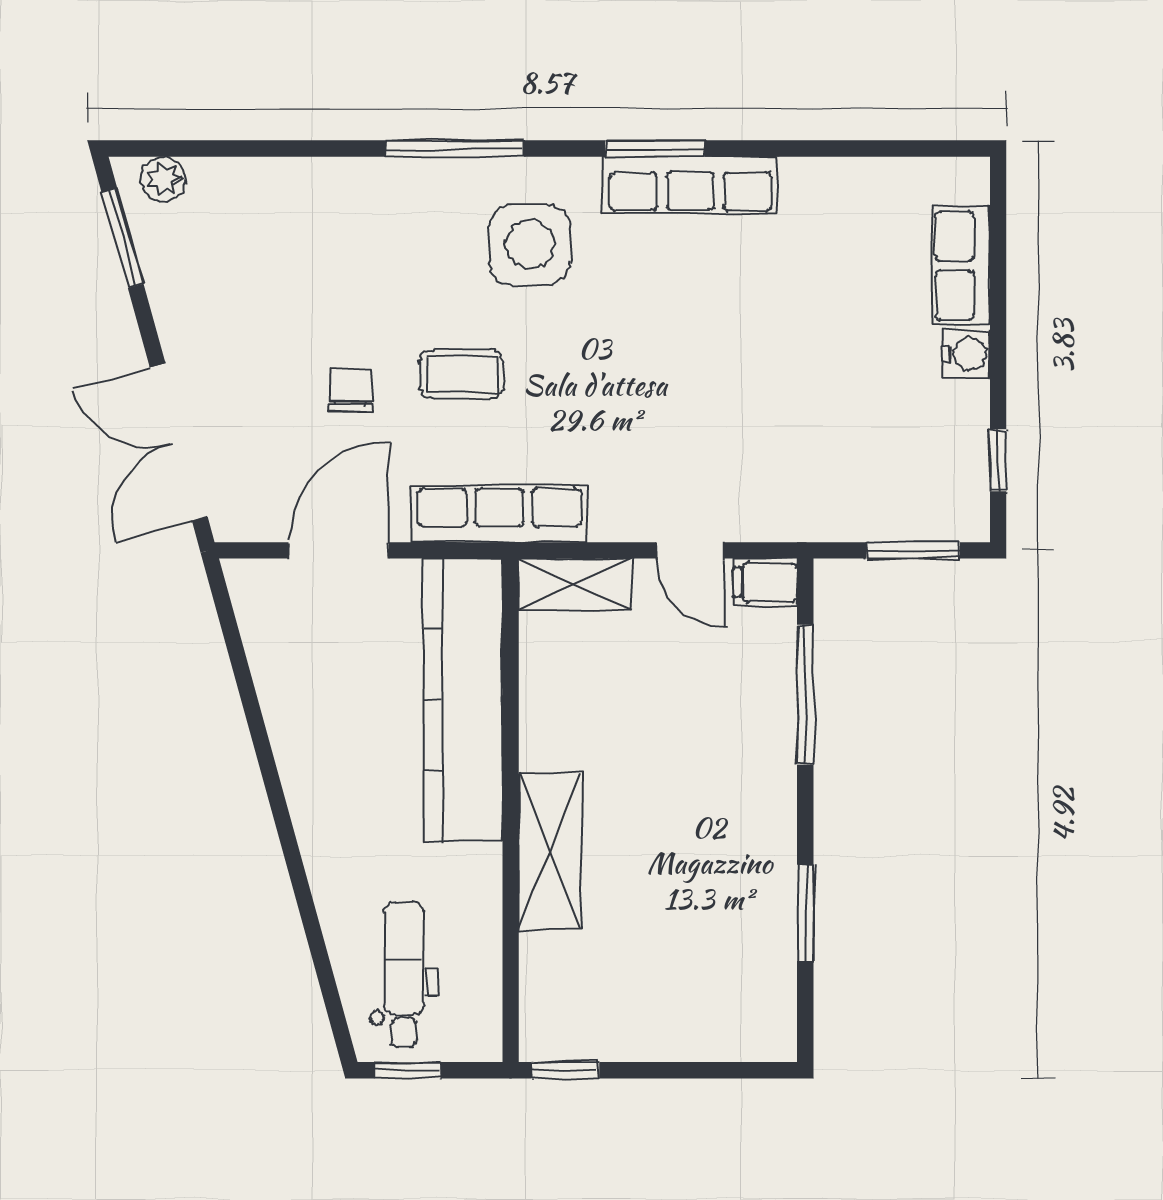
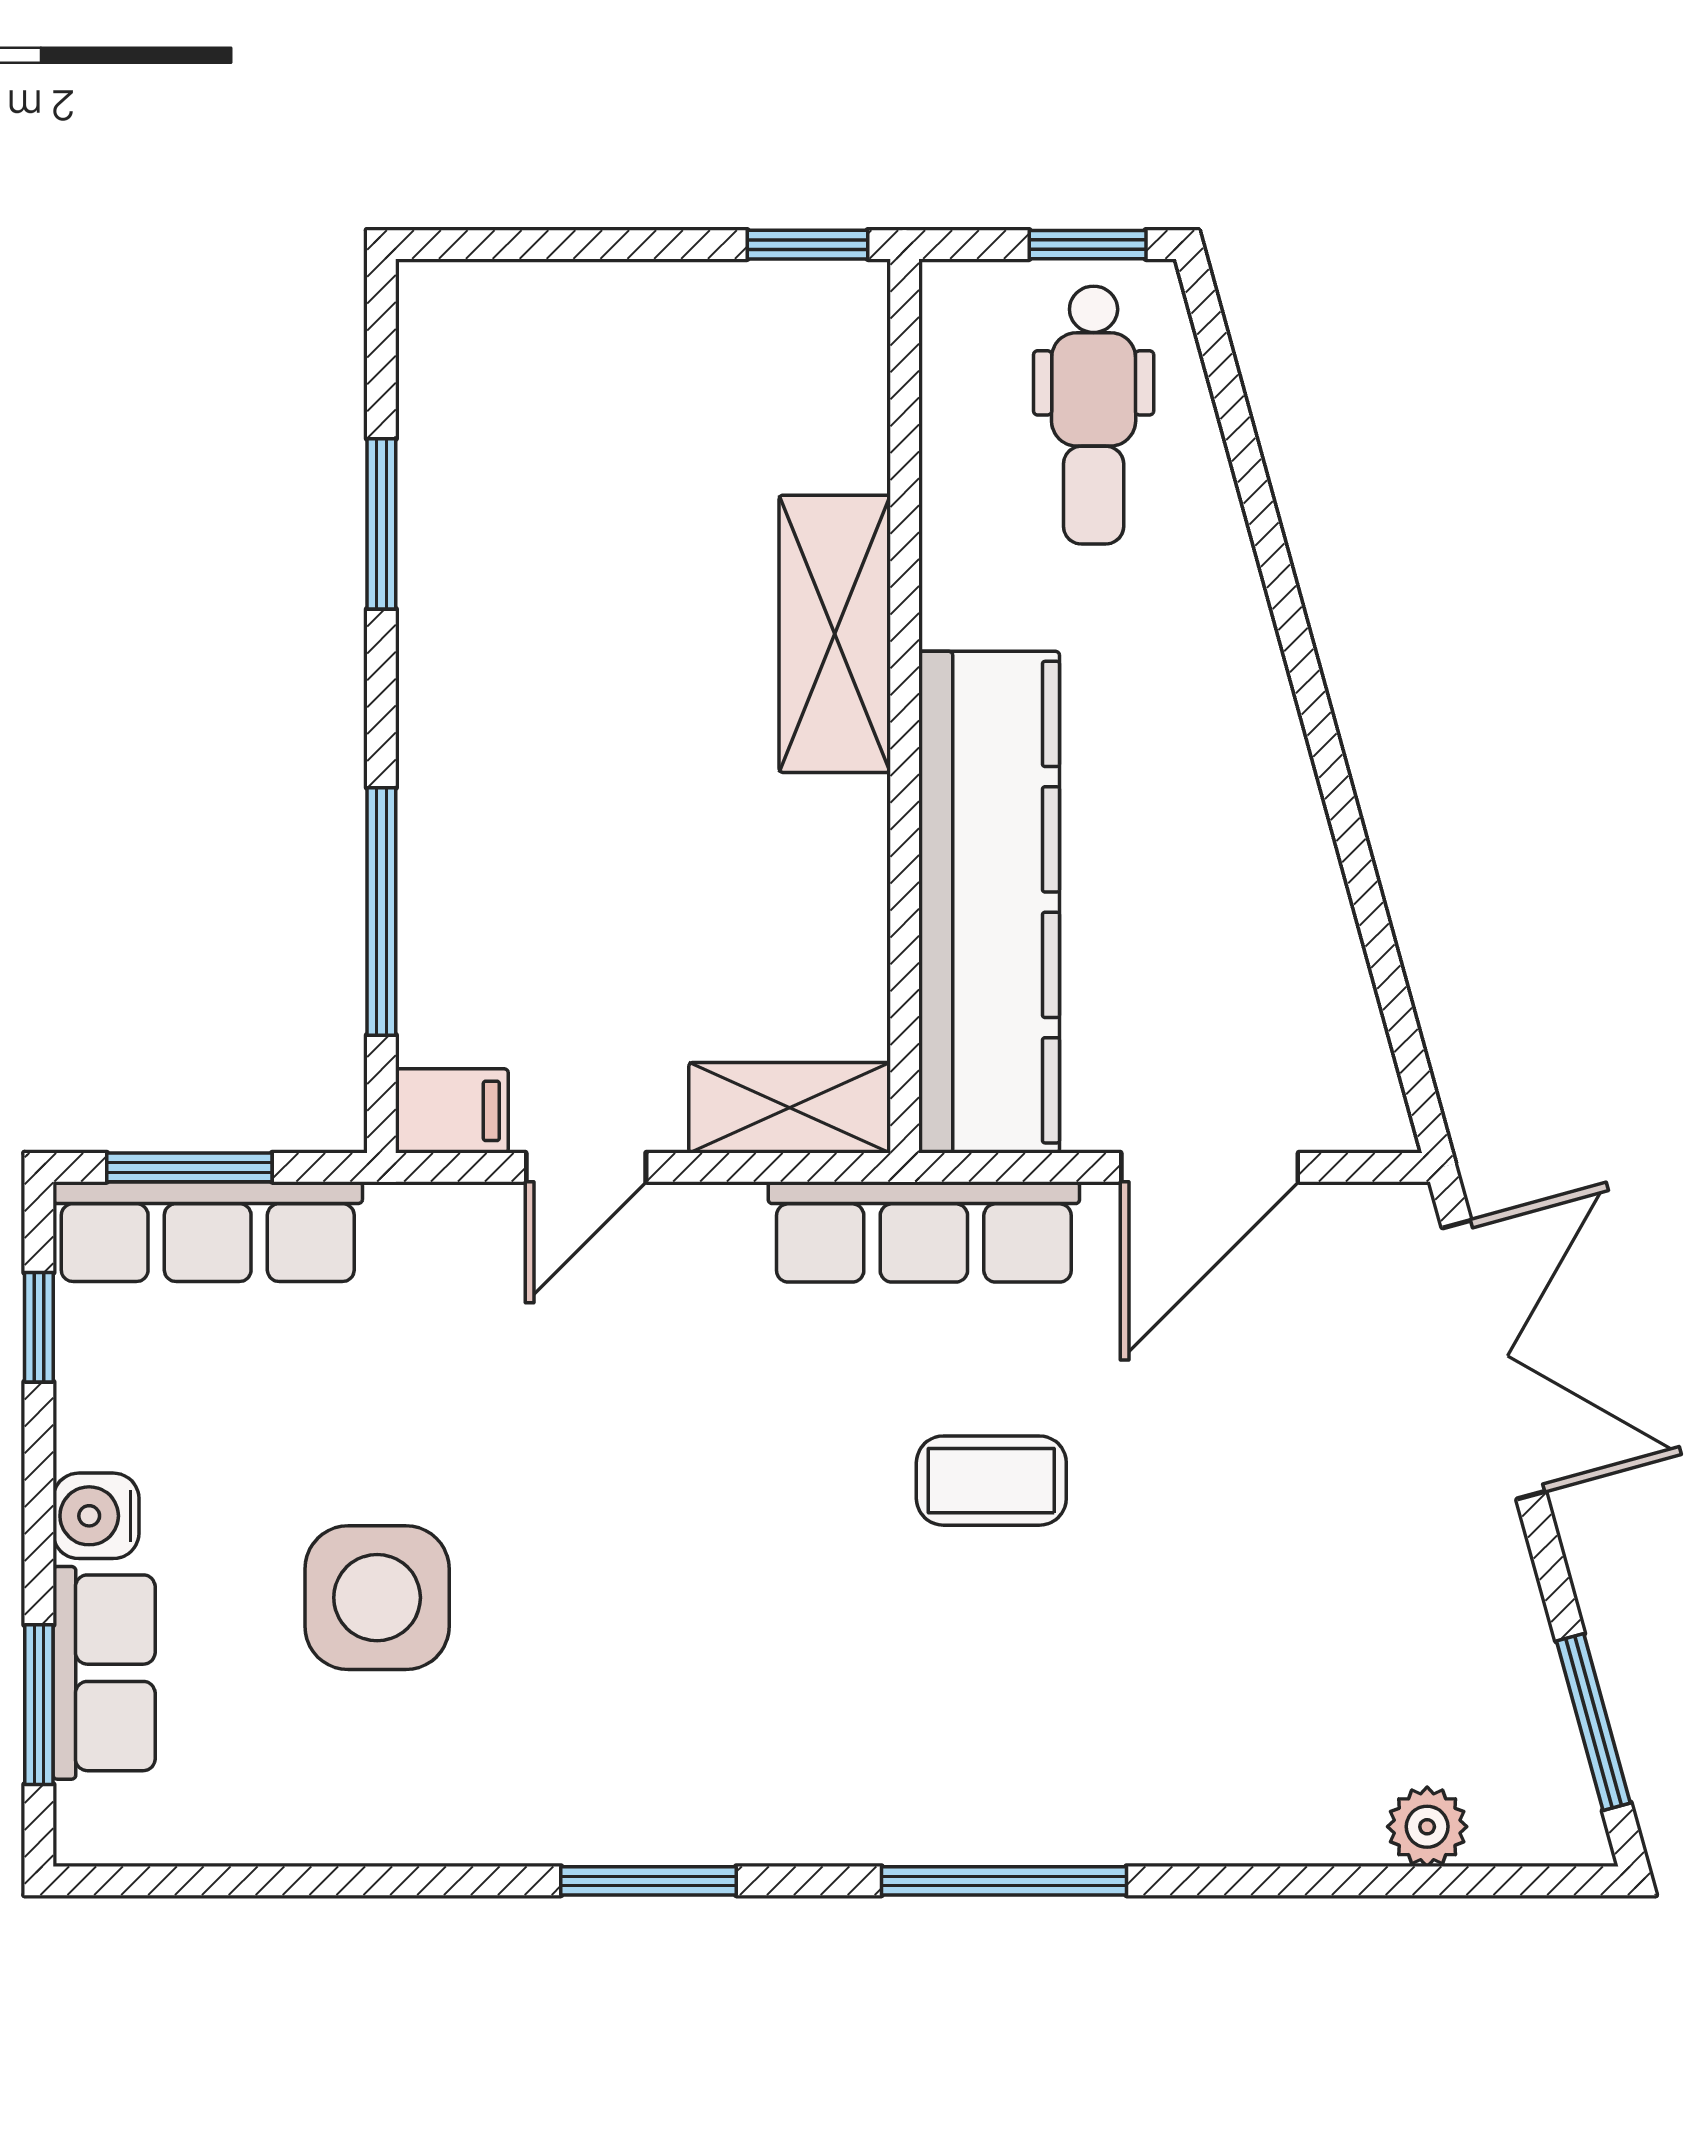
plant: (163, 179) -> (1427, 1827), moved
row of seats: (690, 185) -> (208, 1232), moved, turned 180
side table: (530, 244) -> (377, 1598), moved
window: (998, 248) -> (39, 1705), added
chair: (351, 390) -> (1187, 1452), removed
door: (690, 550) -> (586, 1167), swing flipped

